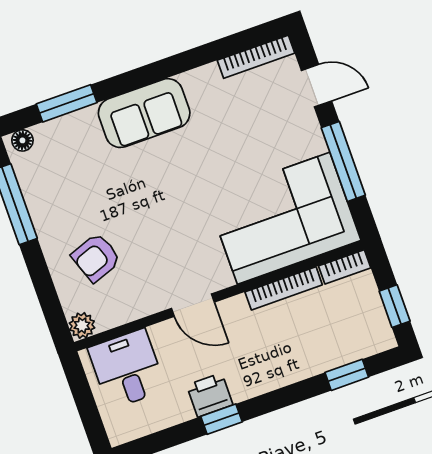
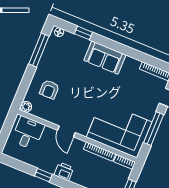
window: (67, 103) -> (83, 33), width x0.67
armchair: (96, 258) -> (49, 89), turned -70
printer: (210, 395) -> (64, 171), moved

